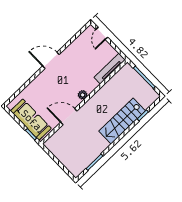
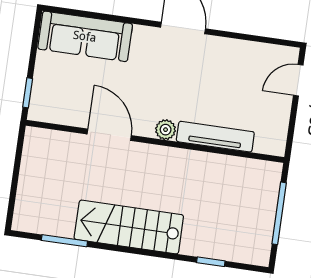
tv unit: (110, 69) -> (215, 137), moved
sofa: (31, 120) -> (85, 36), moved, turned 90
stairs: (122, 121) -> (129, 227), moved

